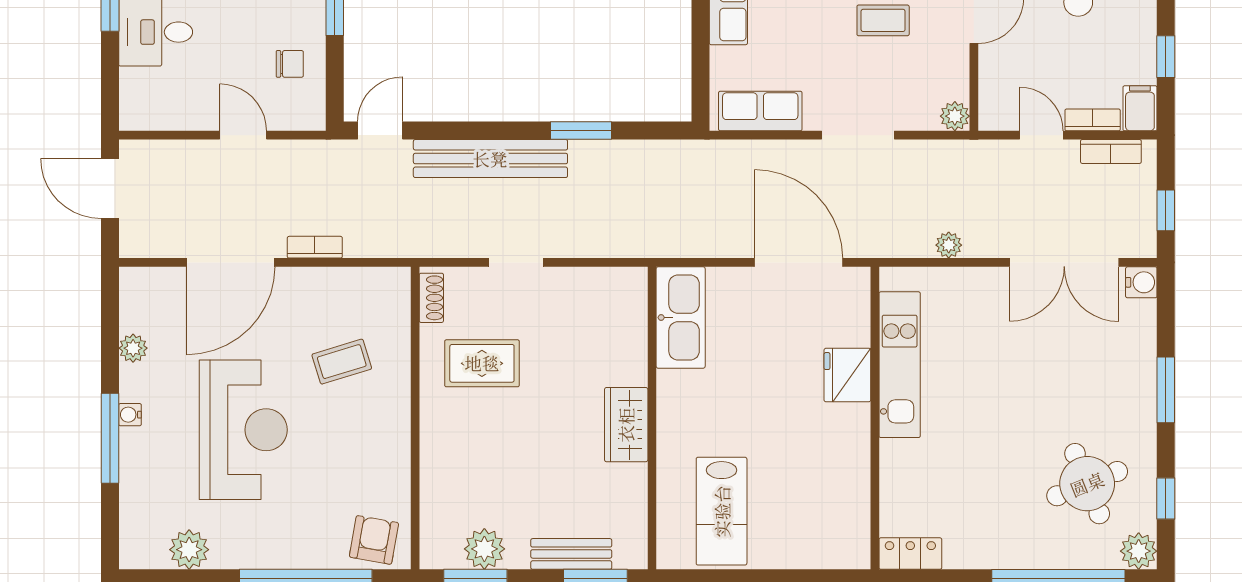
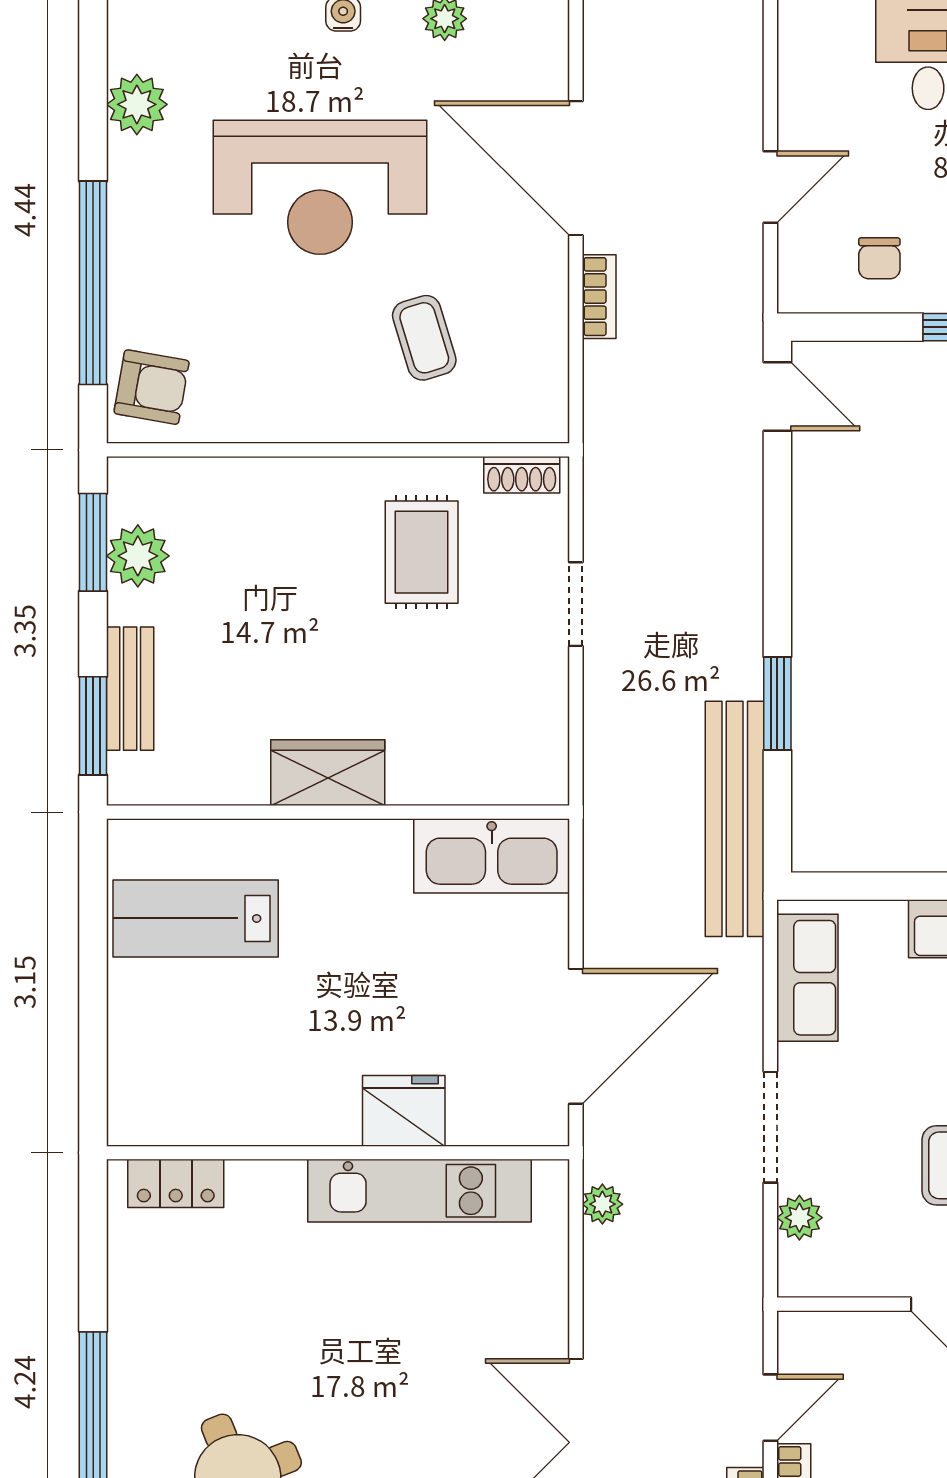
plant: (955, 116) -> (799, 1218), moved
bench: (490, 159) -> (735, 819), moved
plant: (949, 245) -> (602, 1204), moved
locker: (910, 554) -> (176, 1183), moved, turned 90

